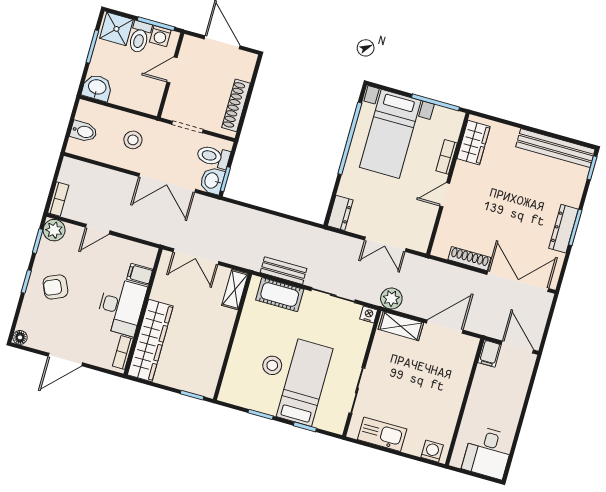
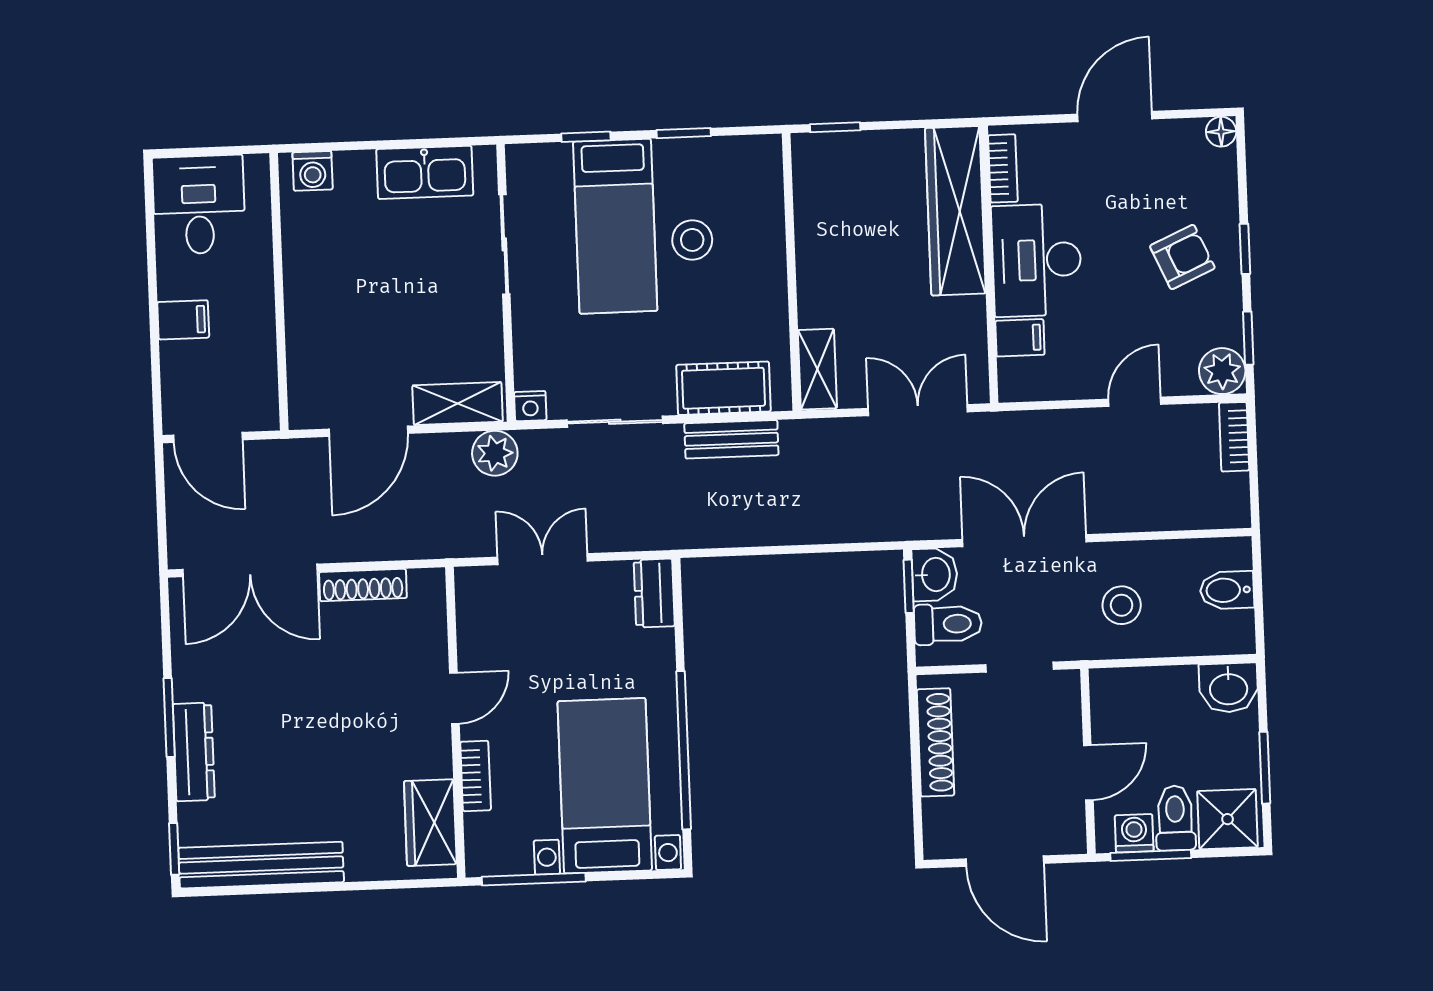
dresser: (563, 229) -> (194, 752), moved
filing cabinet: (489, 354) -> (183, 320), moved, turned 90

